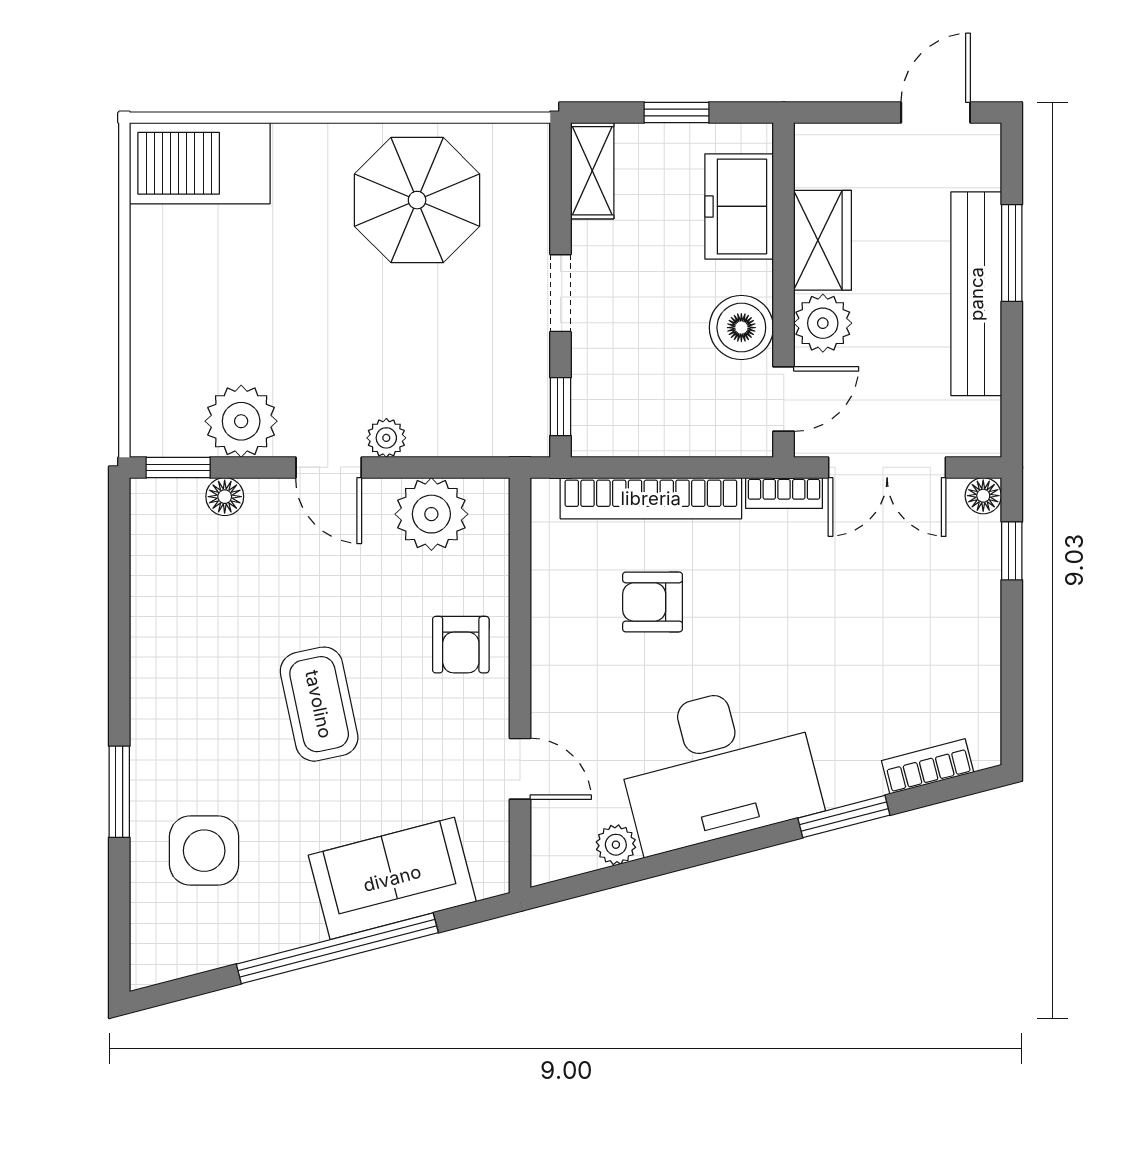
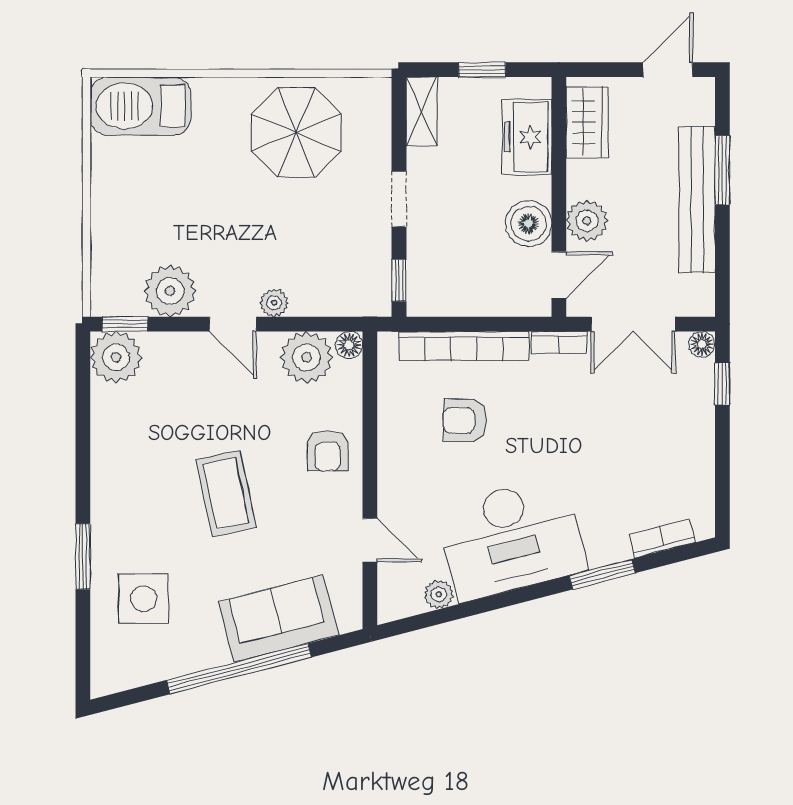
wardrobe: (823, 240) -> (587, 122), moved
floor lamp: (225, 497) -> (349, 345), moved
plant: (166, 514) -> (116, 357), added

